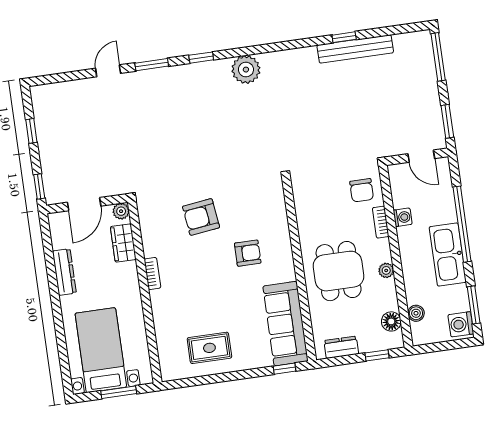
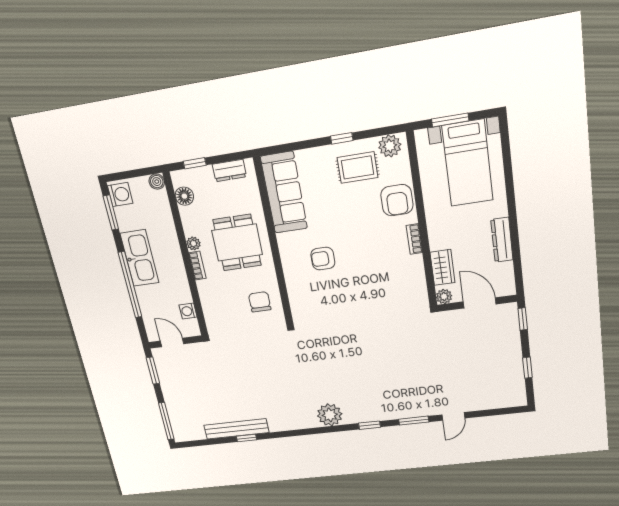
chair: (362, 190) -> (260, 302), moved
door: (84, 204) -> (480, 303), hinge flipped
armchair: (201, 217) -> (397, 200), moved, turned 97
washing machine: (403, 217) -> (188, 311), moved
bookcase: (381, 222) -> (197, 266), moved
boiler: (416, 313) -> (157, 182), moved
plant: (177, 369) -> (390, 146), added
window: (285, 369) -> (342, 138), moved

